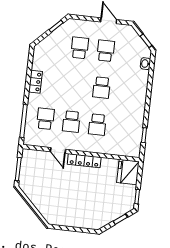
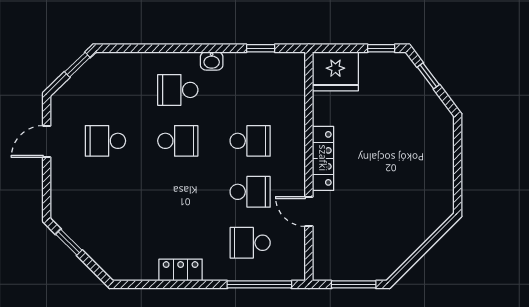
school desk: (80, 48) -> (178, 90), moved
washbasin: (145, 64) -> (212, 61), moved
door: (58, 150) -> (309, 211), swing flipped

